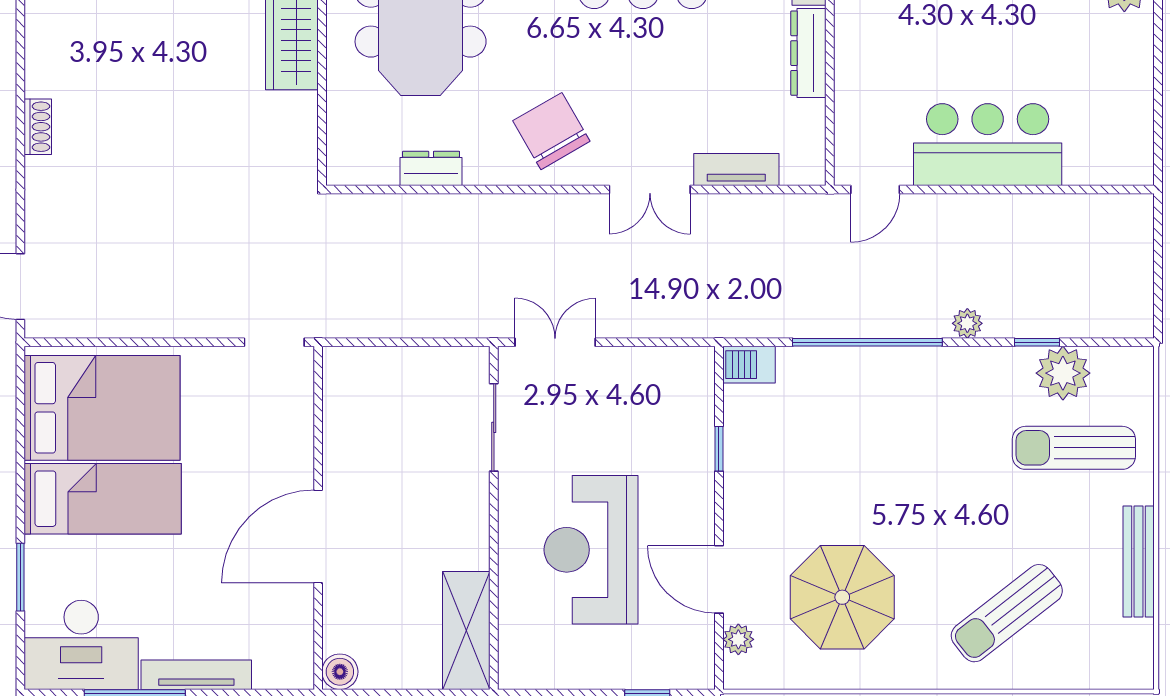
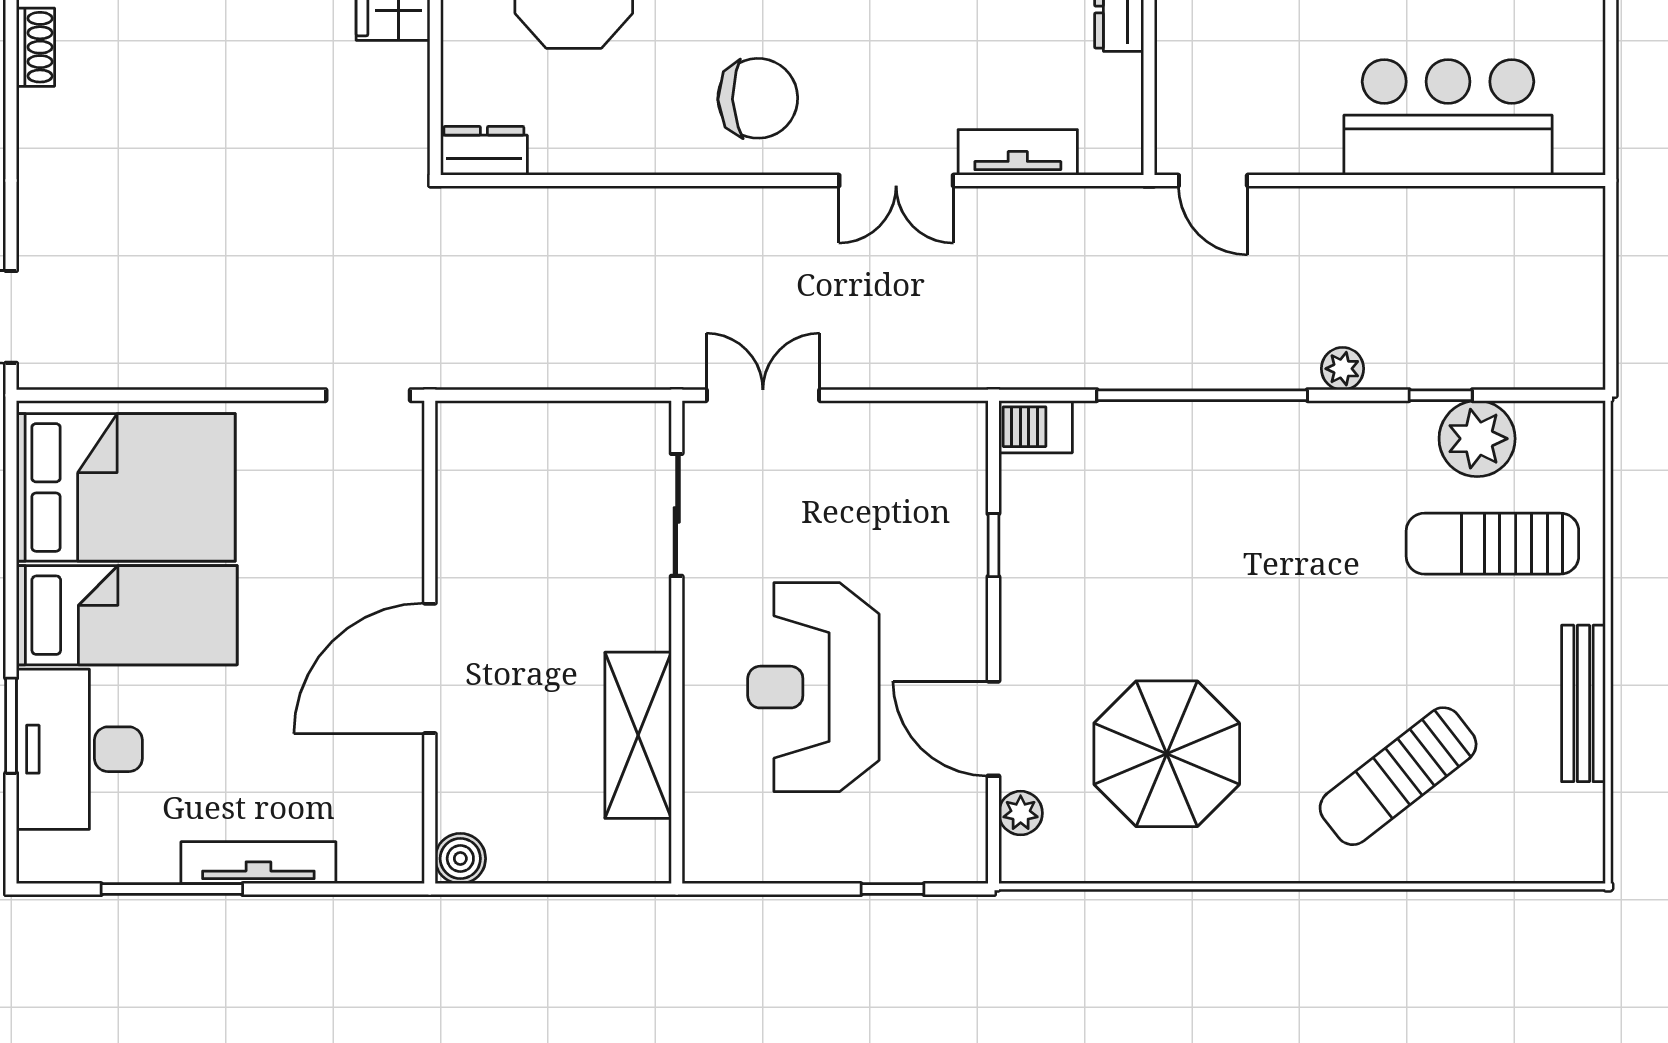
shoe rack: (38, 127) -> (35, 47), moved
chair: (551, 131) -> (758, 98), turned 118
bar counter: (988, 145) -> (1448, 117), moved
dresser: (431, 168) -> (484, 151), moved
door: (875, 190) -> (1213, 181), hinge flipped
shelving: (466, 631) -> (638, 735), moved
desk: (81, 645) -> (79, 749), moved, turned 90

